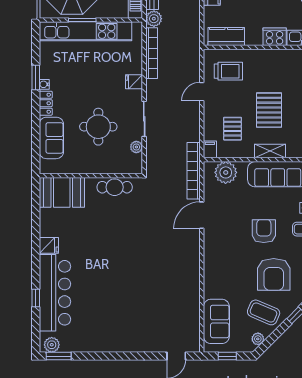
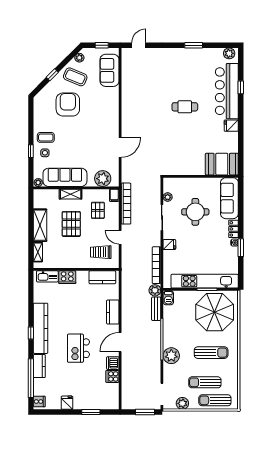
door: (202, 92) -> (120, 237), swing flipped
sofa: (51, 138) -> (229, 198), width x1.36
bookcase: (194, 171) -> (126, 204), moved
cafe table: (115, 187) -> (185, 107), moved
armchair: (264, 231) -> (75, 136), removed
window: (59, 356) -> (194, 45), moved

